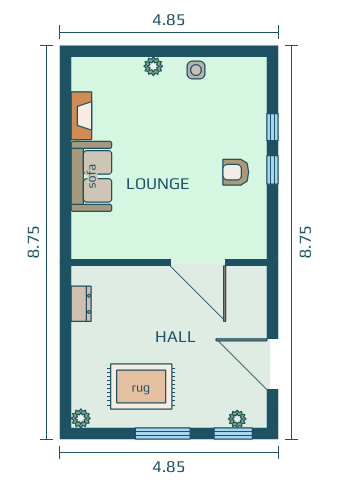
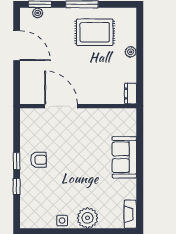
plant: (153, 66) -> (88, 218), width x1.88, depth x1.88
fireplace: (81, 116) -> (130, 214), moved
dresser: (81, 304) -> (130, 94), moved
plant: (81, 418) -> (131, 52), moved

